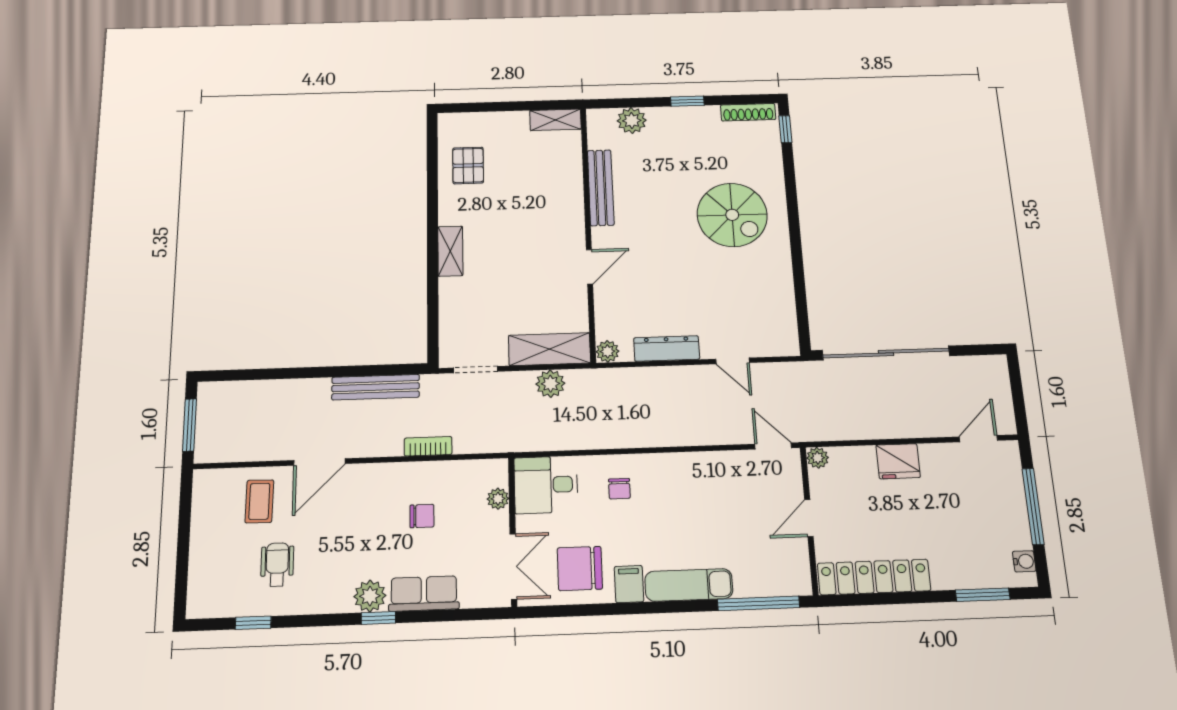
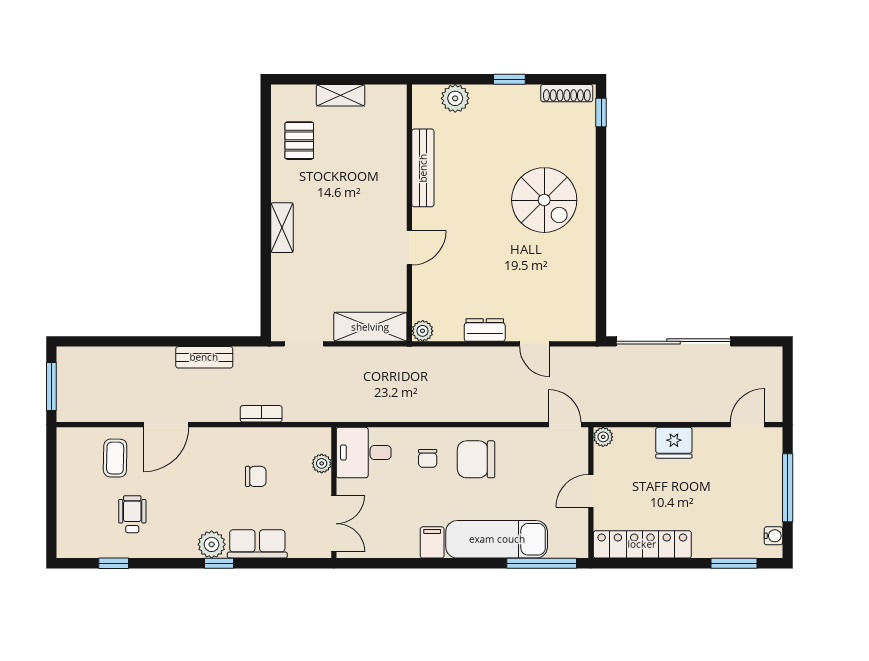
shelving: (555, 120) -> (341, 95), moved
dresser: (667, 349) -> (485, 330), width x0.70
plant: (550, 384) -> (370, 360), removed
bench: (376, 387) -> (204, 357), width x0.73
chair: (580, 568) -> (476, 459), moved
exam couch: (689, 585) -> (497, 539), width x1.36, depth x1.45

